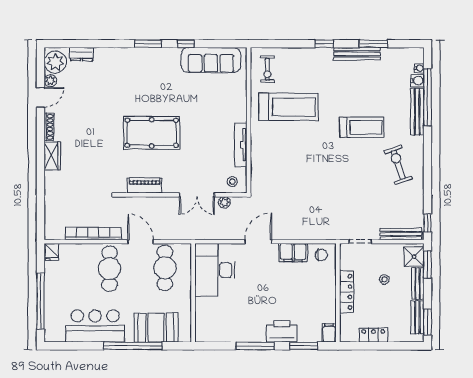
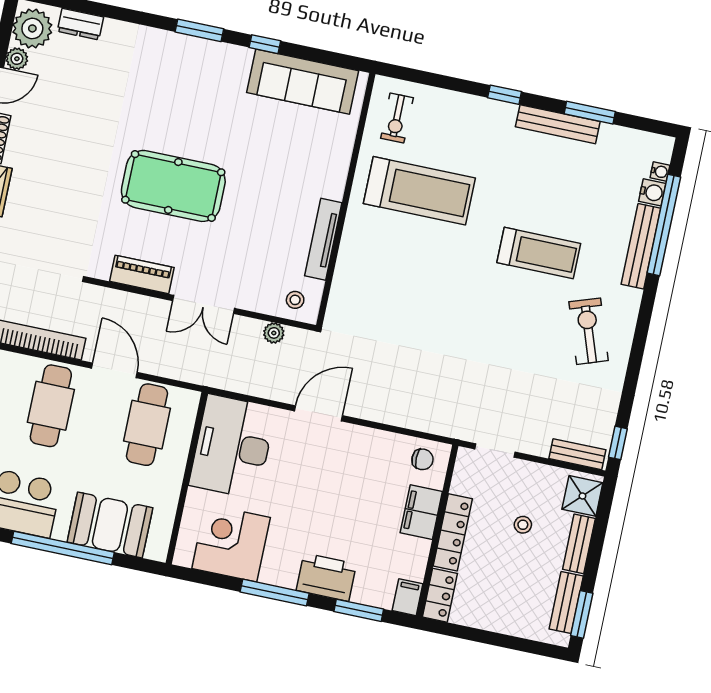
double door: (197, 195) -> (204, 304), moved
bench: (401, 234) -> (577, 454), width x0.73
filing cabinet: (293, 253) -> (421, 512), moved, turned 90
window: (427, 264) -> (603, 515), removed
corner desk: (225, 323) -> (231, 543), added
locker: (373, 335) -> (440, 595), moved, turned 90

